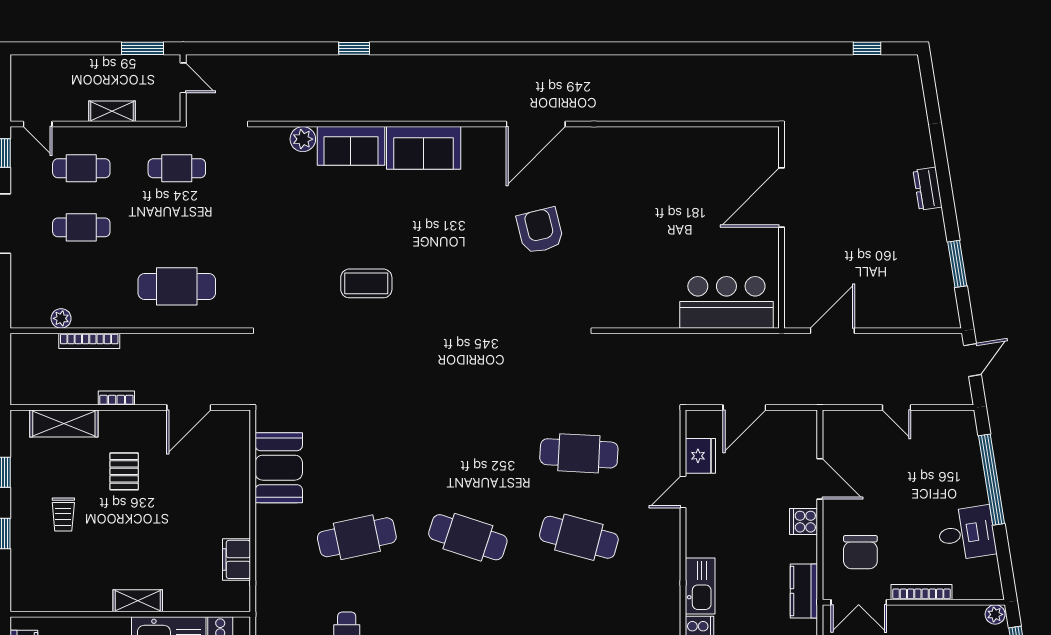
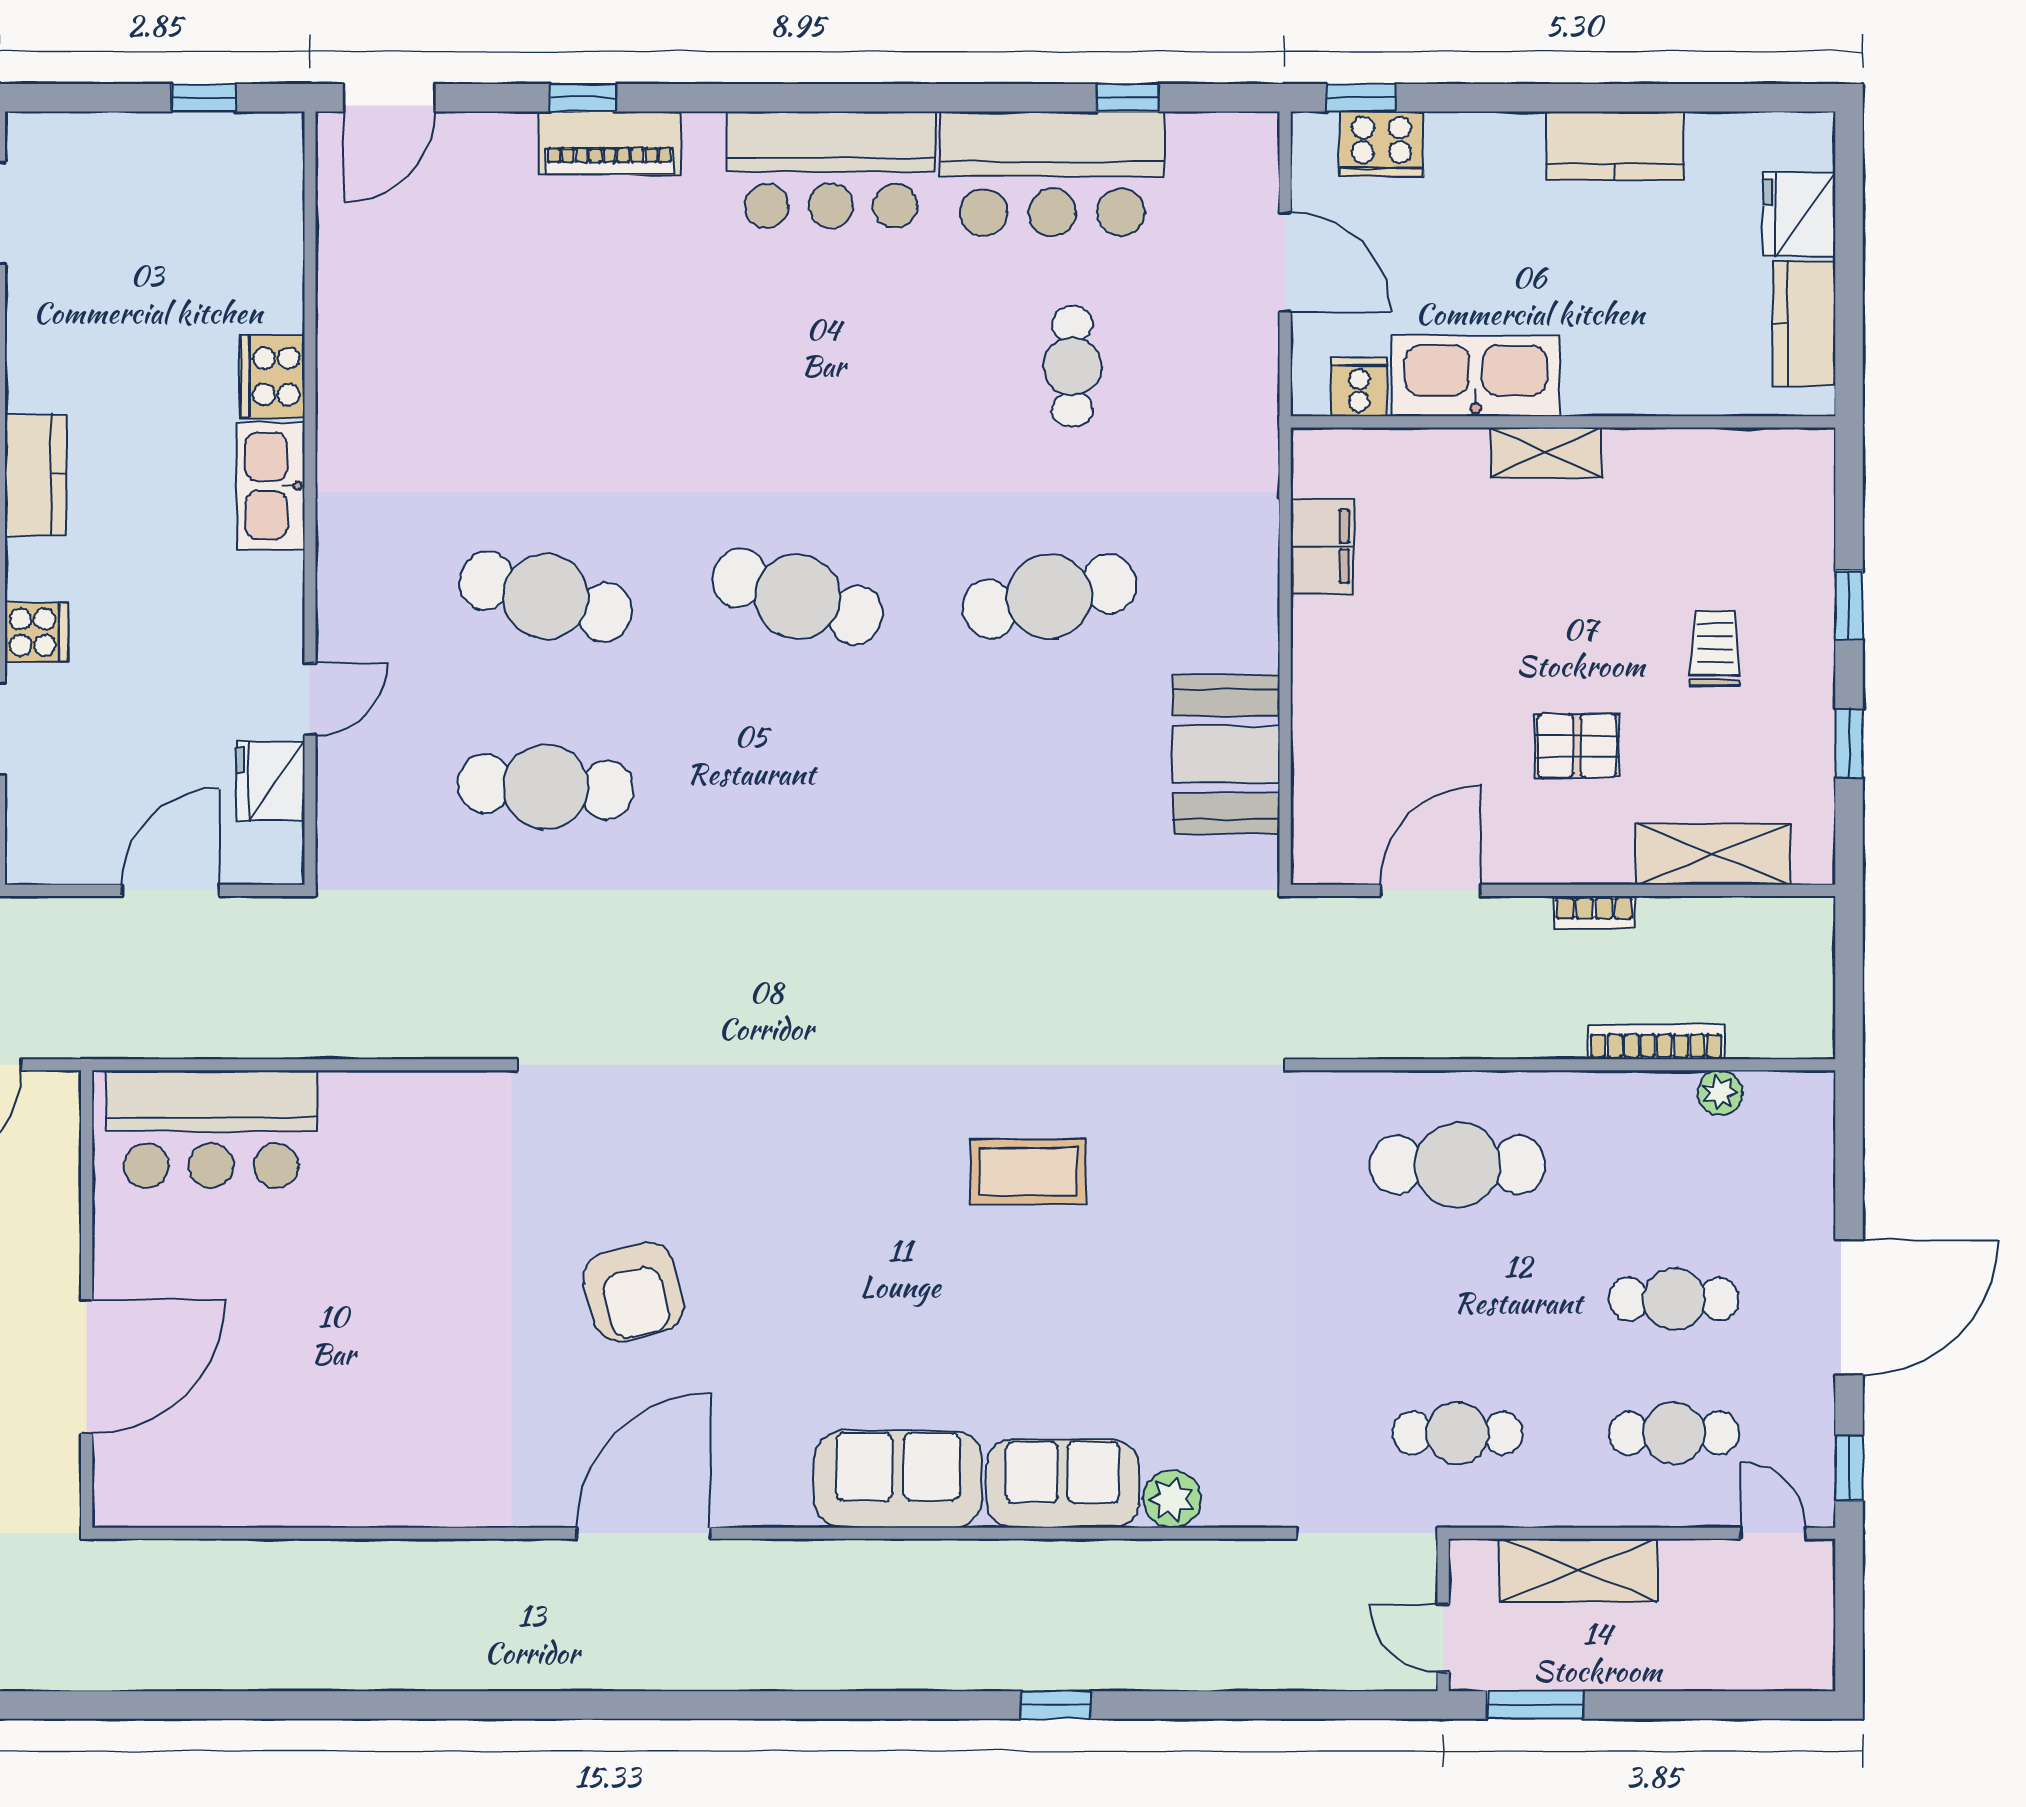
shelving: (112, 111) -> (1578, 1570), width x1.50, depth x1.33
pallet: (124, 471) -> (1577, 746), turned 90

